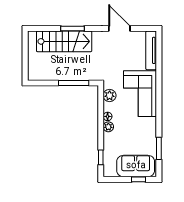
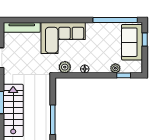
window: (74, 83) -> (53, 120), moved
plant: (108, 127) -> (115, 68), moved
window: (159, 148) -> (115, 20), width x2.11

